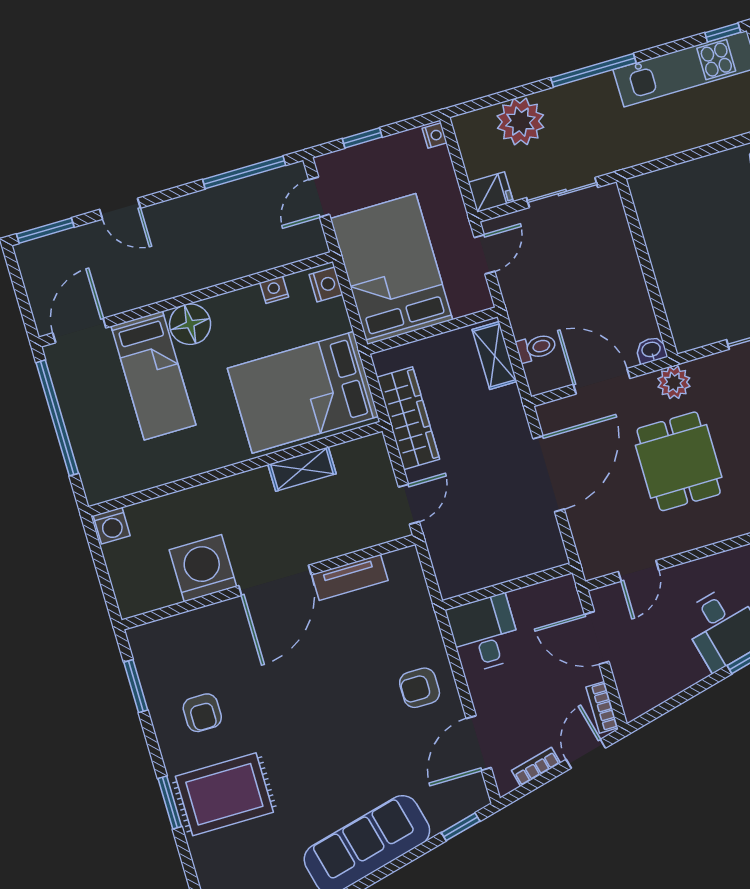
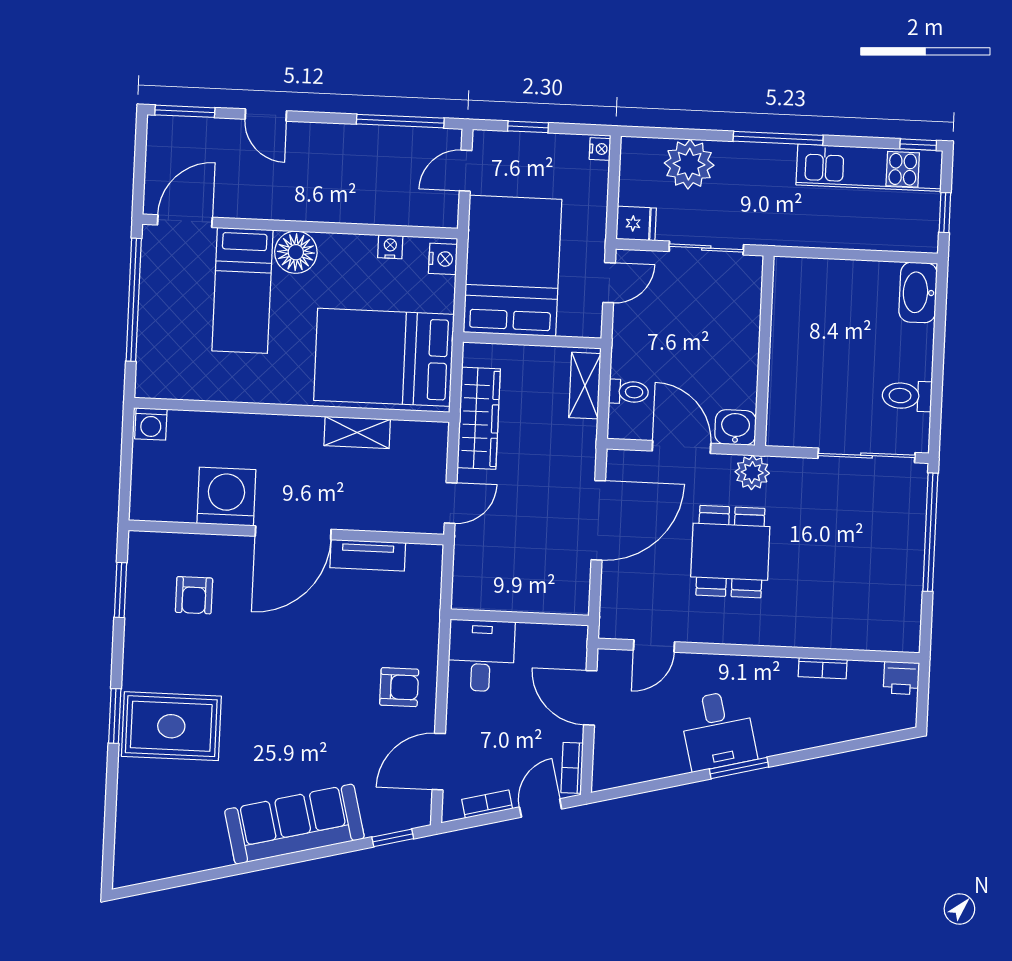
washbasin: (651, 350) -> (735, 427), width x1.38, depth x1.45
armchair: (420, 688) -> (399, 687), turned 180
armchair: (202, 713) -> (194, 595), moved

